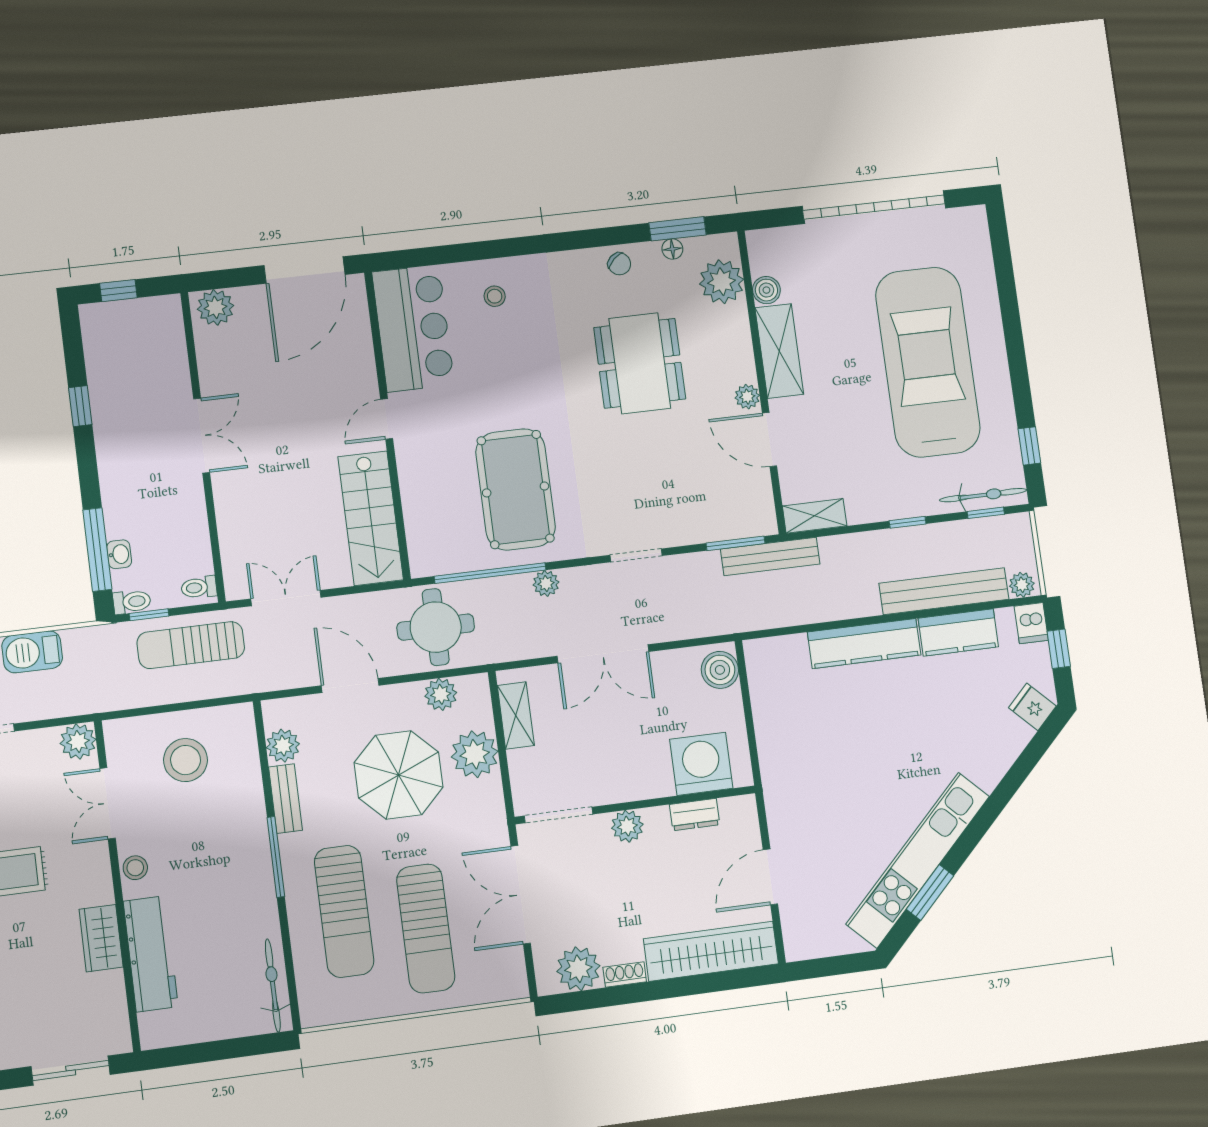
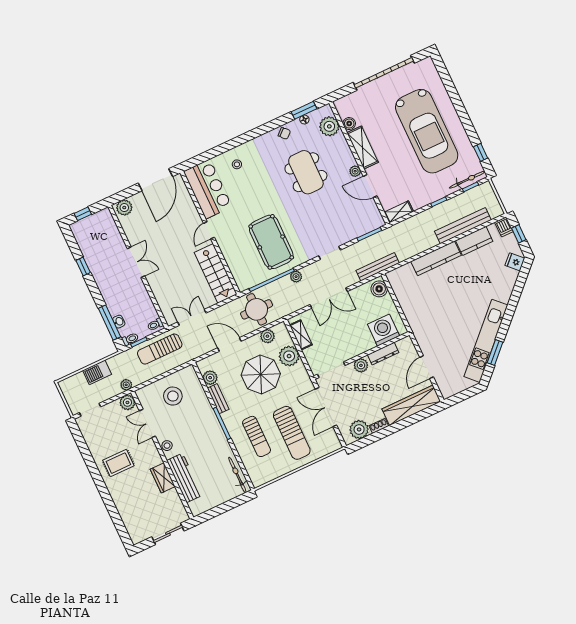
car: (928, 362) -> (427, 131), turned 180
bench: (770, 557) -> (378, 267), moved
plant: (1022, 585) -> (126, 385), moved
dresser: (695, 815) -> (383, 354), width x1.44
sun lounger: (344, 911) -> (257, 436), width x0.73, depth x0.75

